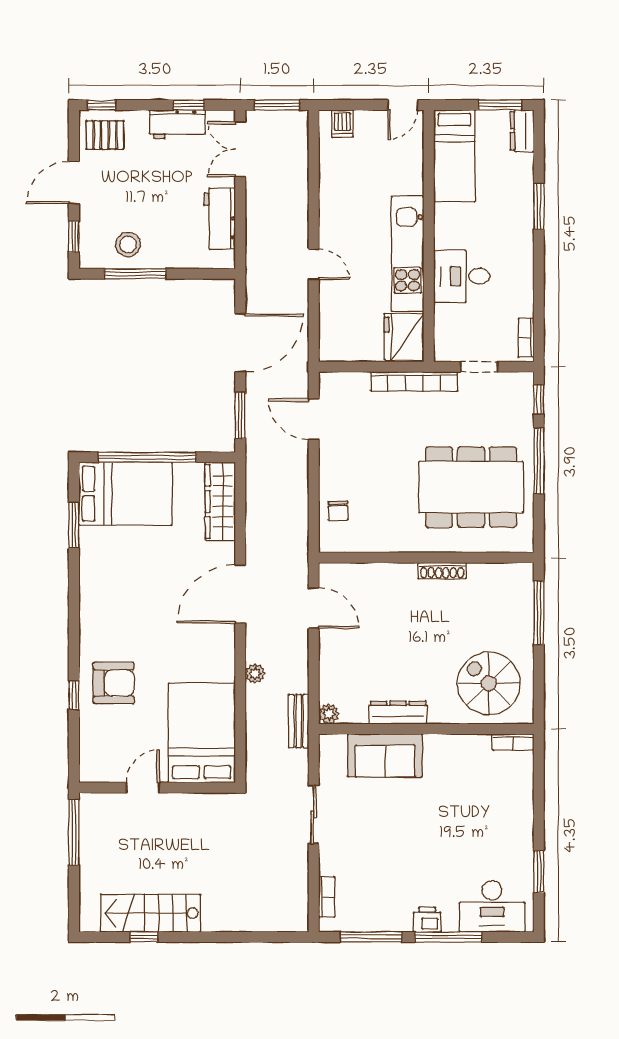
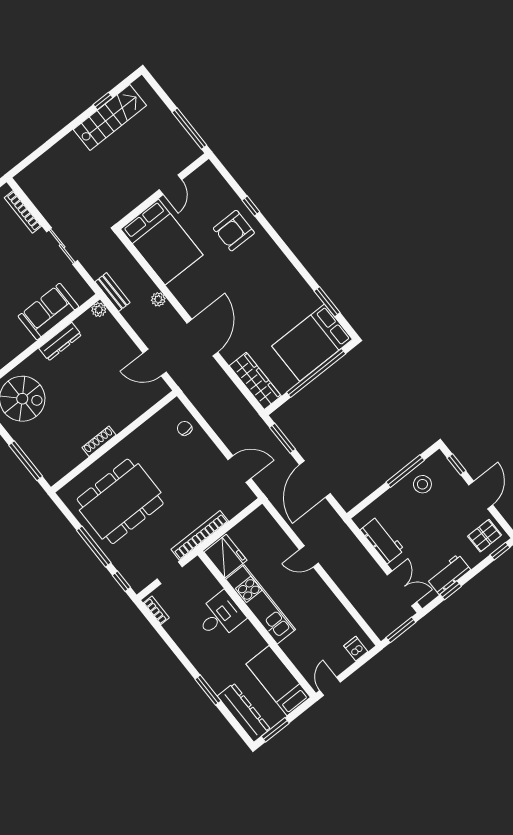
dresser: (522, 131) -> (244, 713), width x1.96, depth x1.24
bookcase: (327, 897) -> (23, 212), width x1.56

